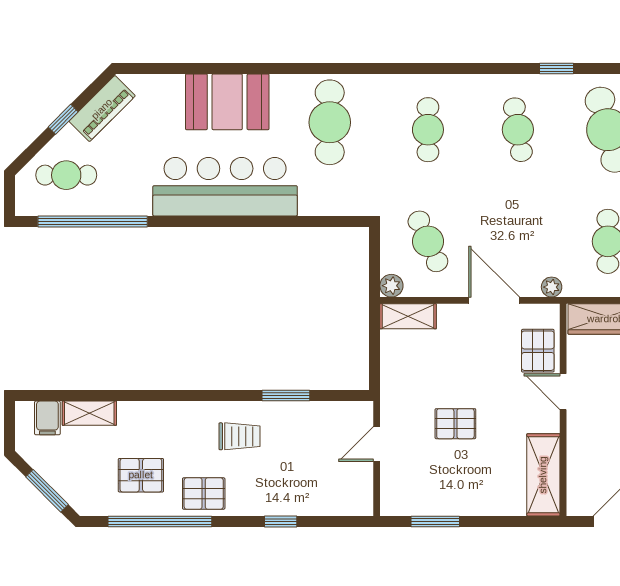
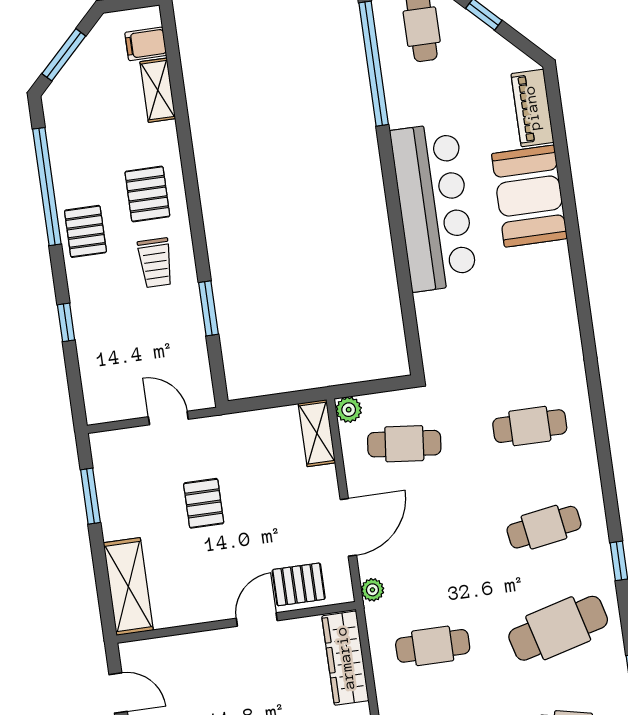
piano: (102, 109) -> (532, 108), moved, turned 45
cafe table: (330, 122) -> (523, 314), removed
cafe table: (428, 241) -> (404, 444), turned 30
pallet: (141, 475) -> (147, 194), moved
shelving: (543, 475) -> (128, 587), moved, turned 90

